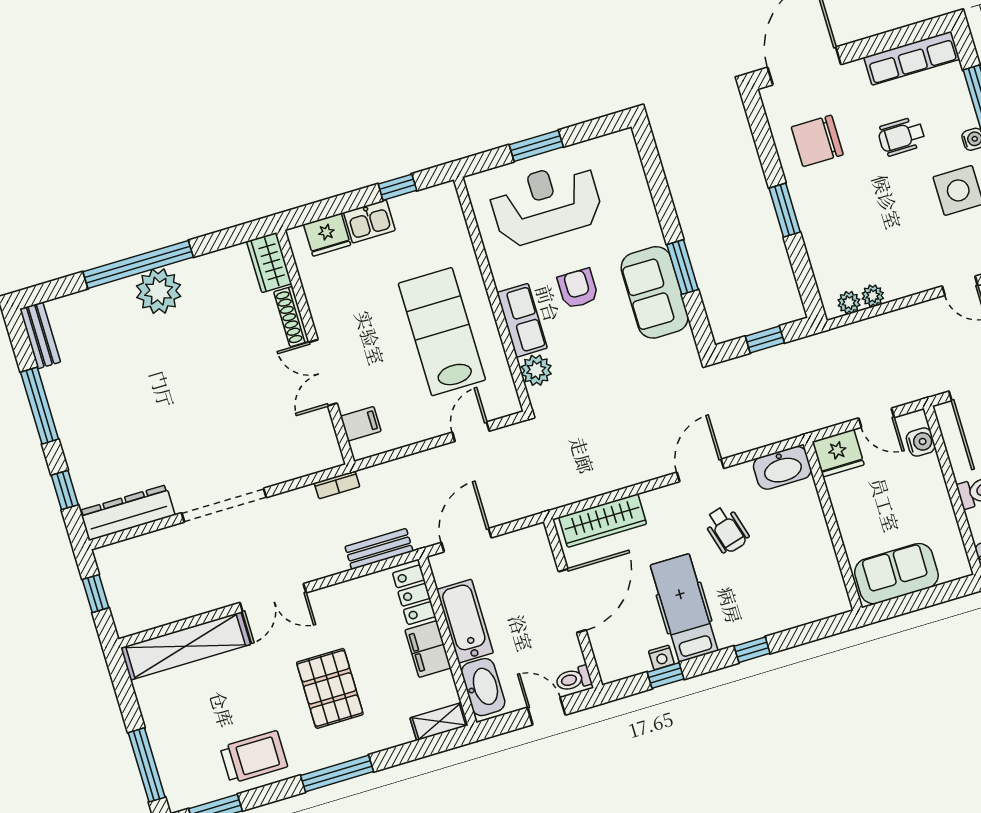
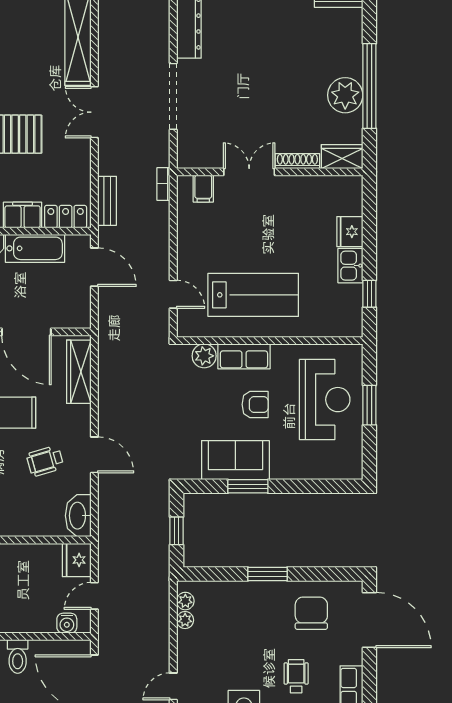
wardrobe: (269, 262) -> (342, 157), moved
shoe rack: (291, 317) -> (297, 161), moved
wall: (315, 347) -> (270, 172), moved
double door: (323, 373) -> (249, 172), moved
filing cabinet: (361, 424) -> (203, 189), moved

